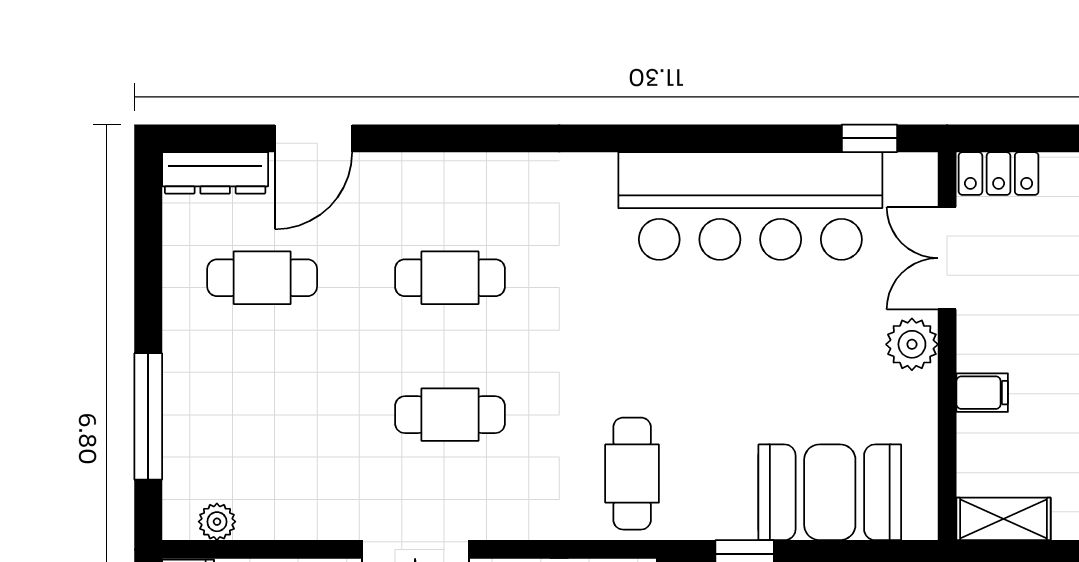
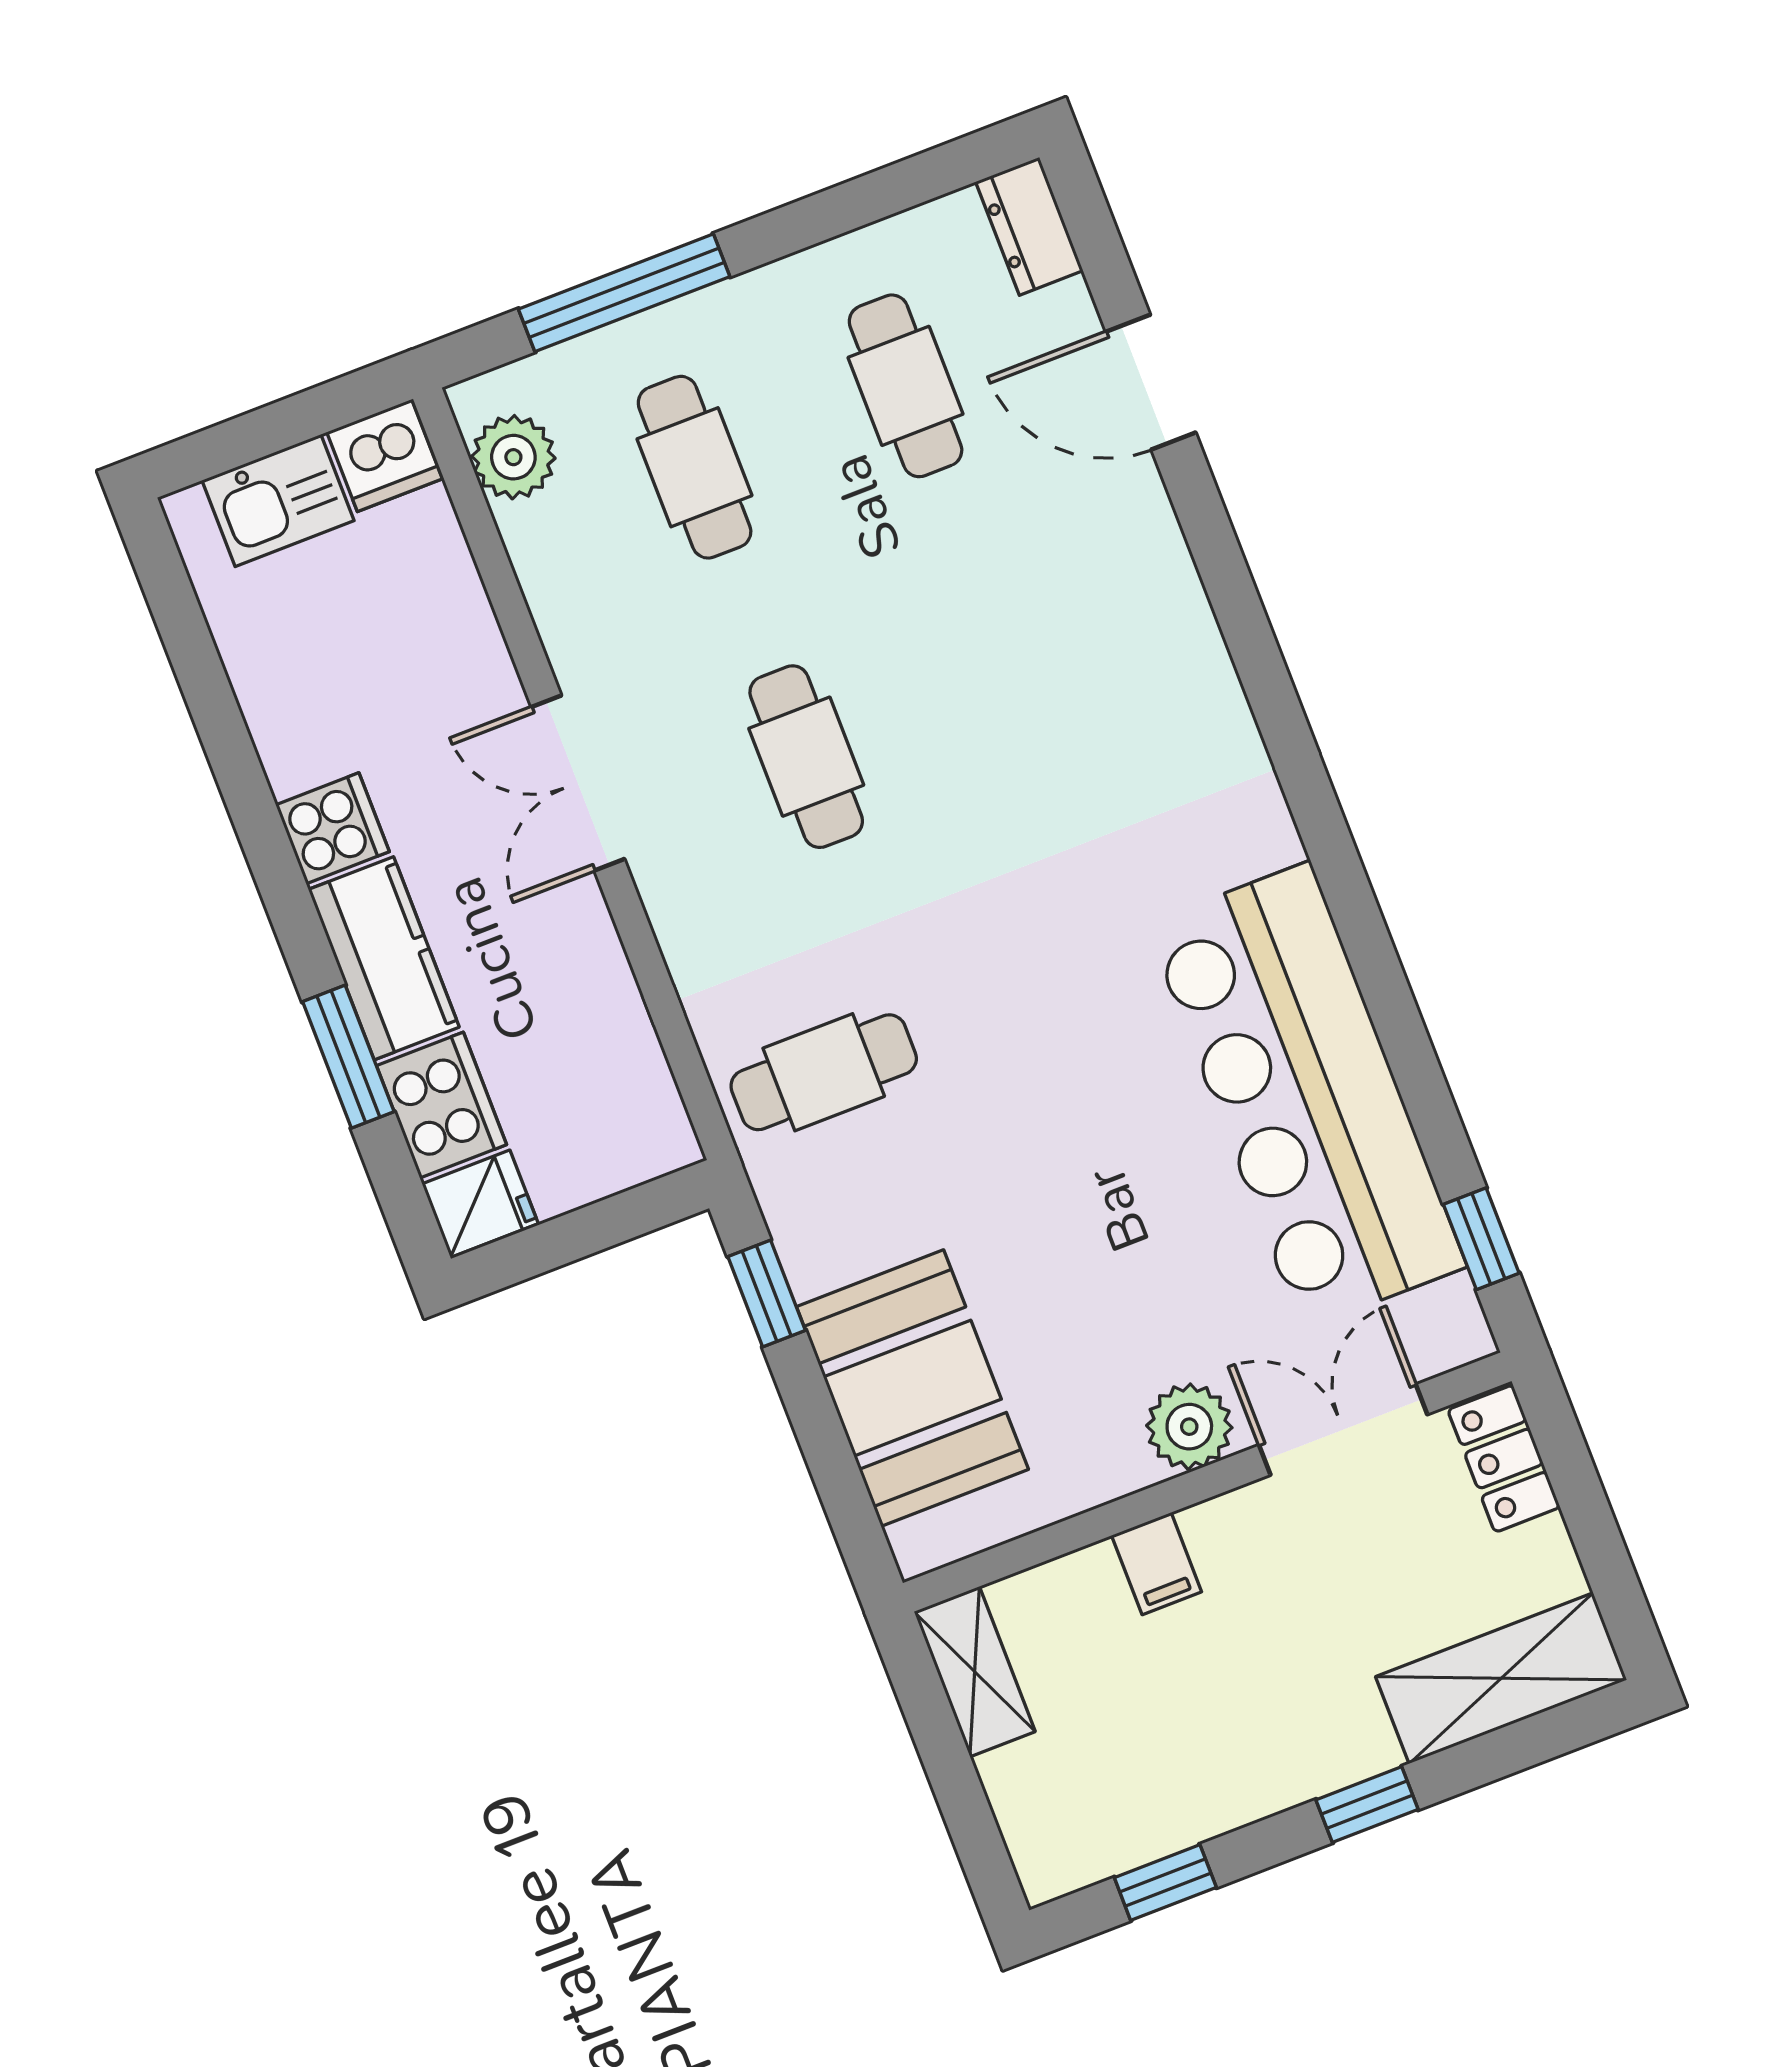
dresser: (215, 173) -> (1029, 226), width x0.70
cafe table: (450, 278) -> (695, 467), moved
plant: (217, 522) -> (513, 457), width x1.38, depth x1.38

